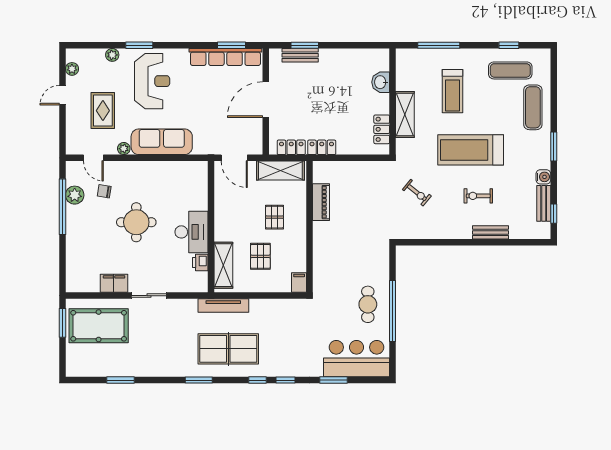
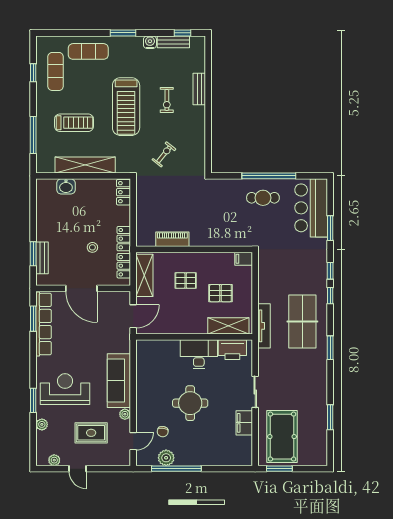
stool: (312, 112) -> (92, 247), added
shelving: (405, 114) -> (85, 165), width x1.47
locker: (382, 129) -> (124, 192), moved, turned 90
printer: (200, 263) -> (232, 350), width x1.87, depth x1.48

